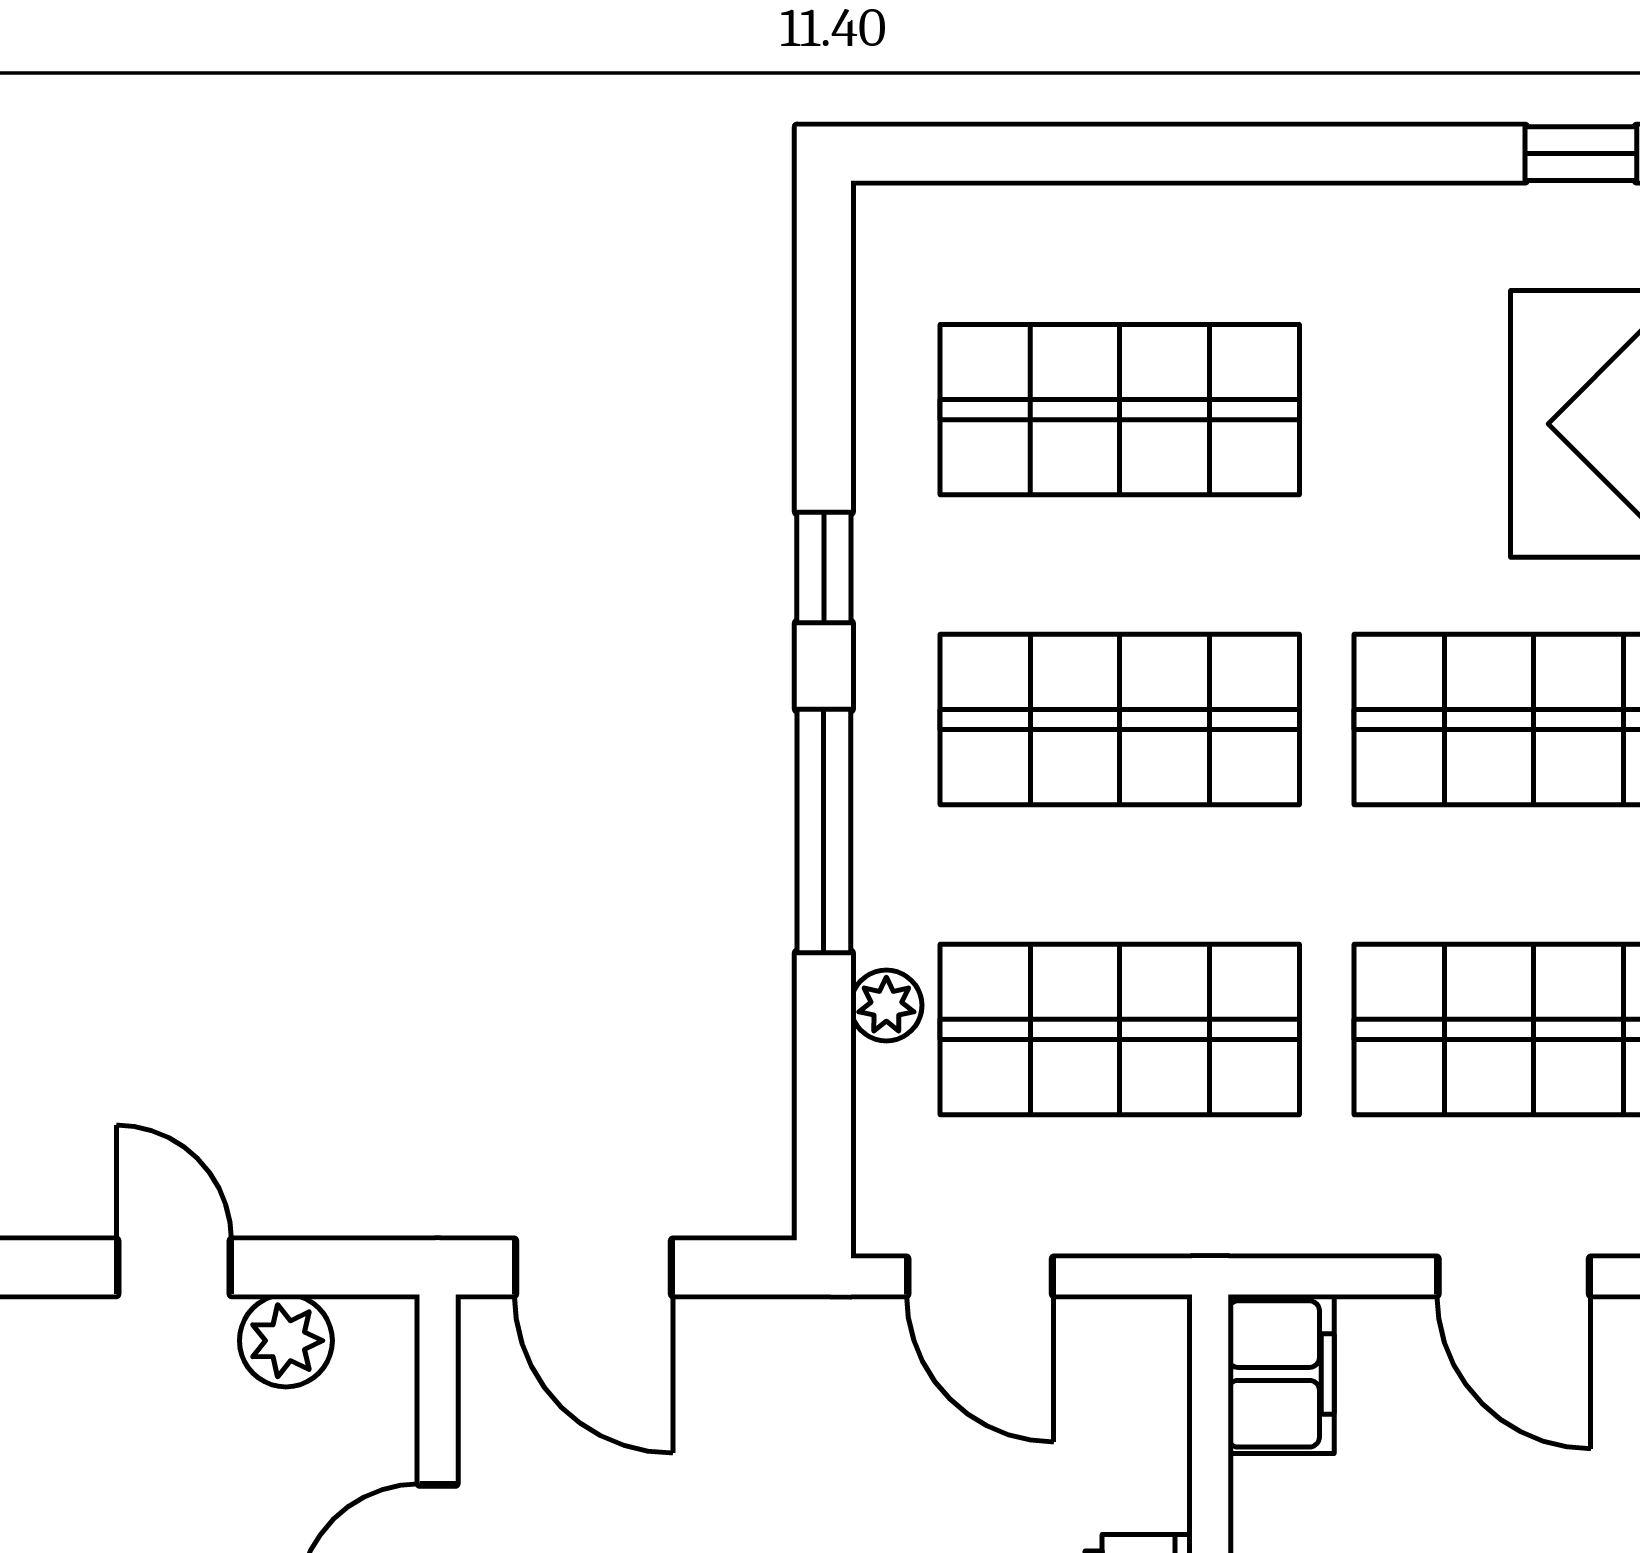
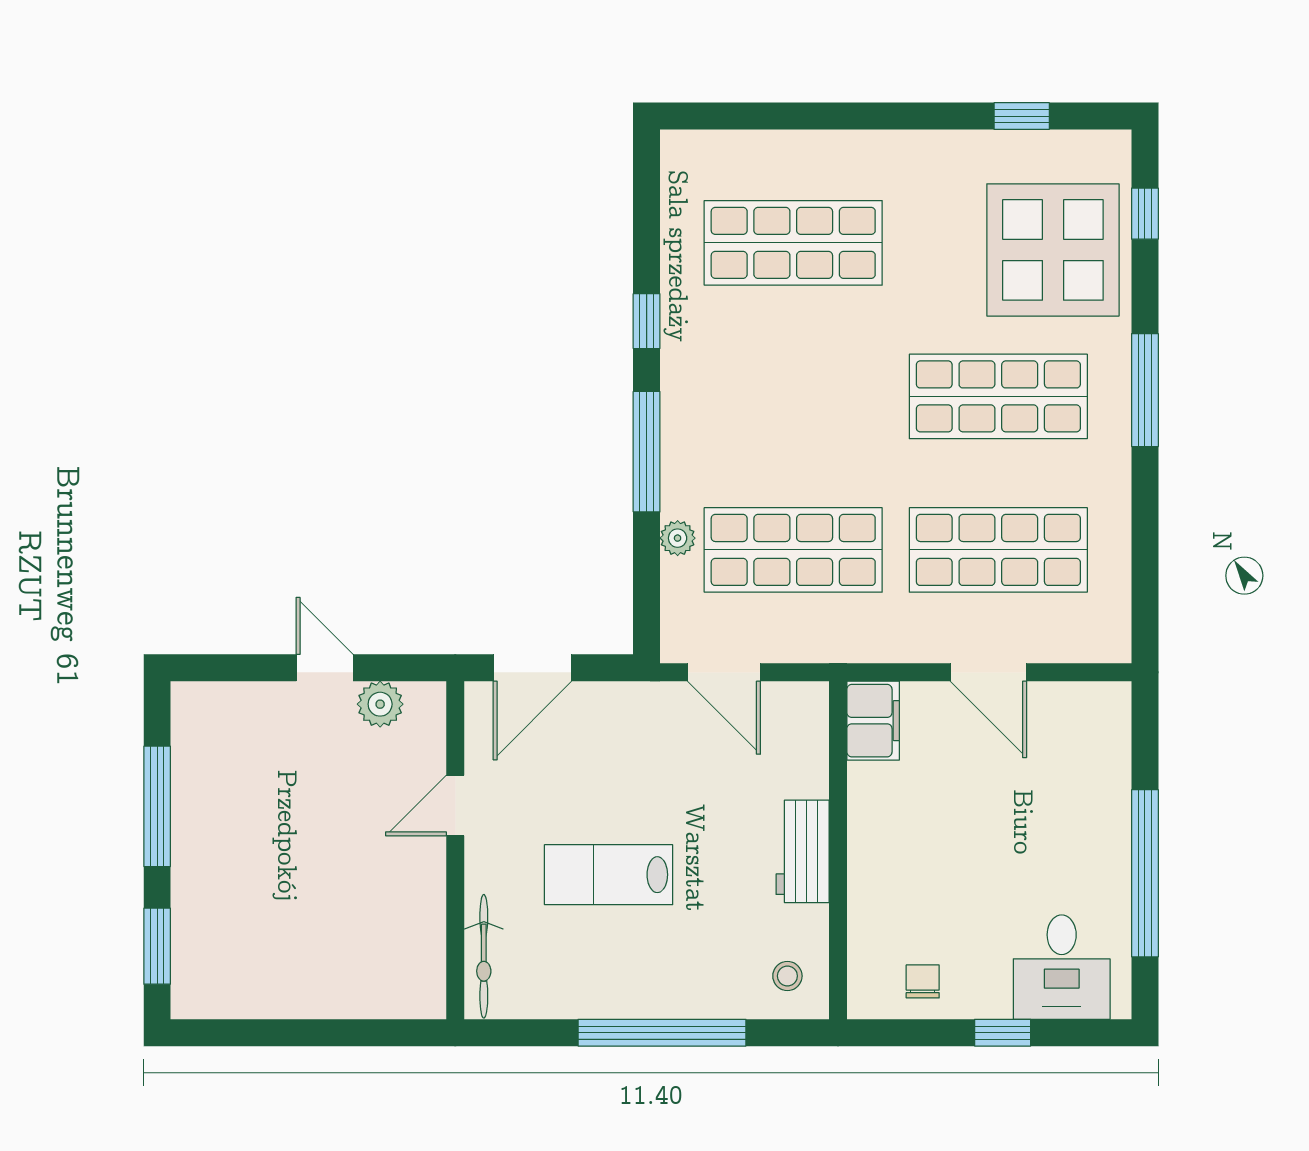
shop shelf: (1120, 720) -> (793, 396), removed
door: (593, 1267) -> (532, 668), hinge flipped

